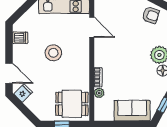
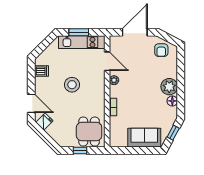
armchair: (151, 15) -> (161, 50), turned 71
plant: (99, 93) -> (114, 80), moved
dining table: (72, 104) -> (89, 132), turned 90

